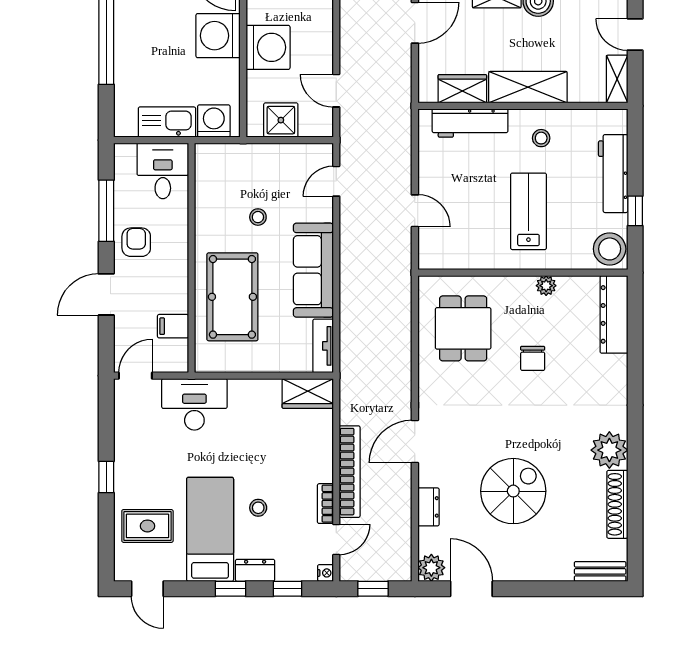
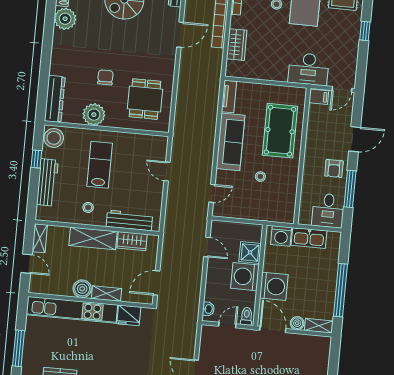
shower: (281, 120) -> (250, 252), moved
desk: (163, 171) -> (328, 211), moved
lab bench: (528, 211) -> (100, 165), turned 180
plant: (546, 286) -> (94, 115), width x1.87, depth x1.87
filing cabinet: (173, 326) -> (319, 97), moved
wardrobe: (308, 394) -> (237, 45), moved, turned 90

